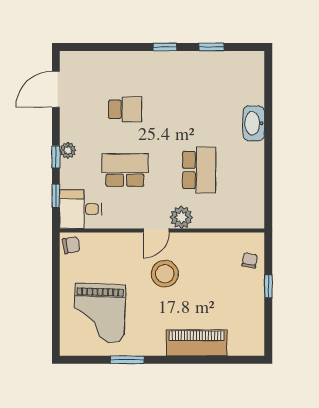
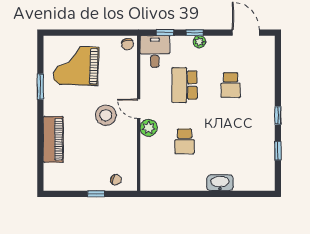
school desk: (125, 170) -> (185, 85), turned 180
school desk: (199, 170) -> (185, 141), width x0.54

